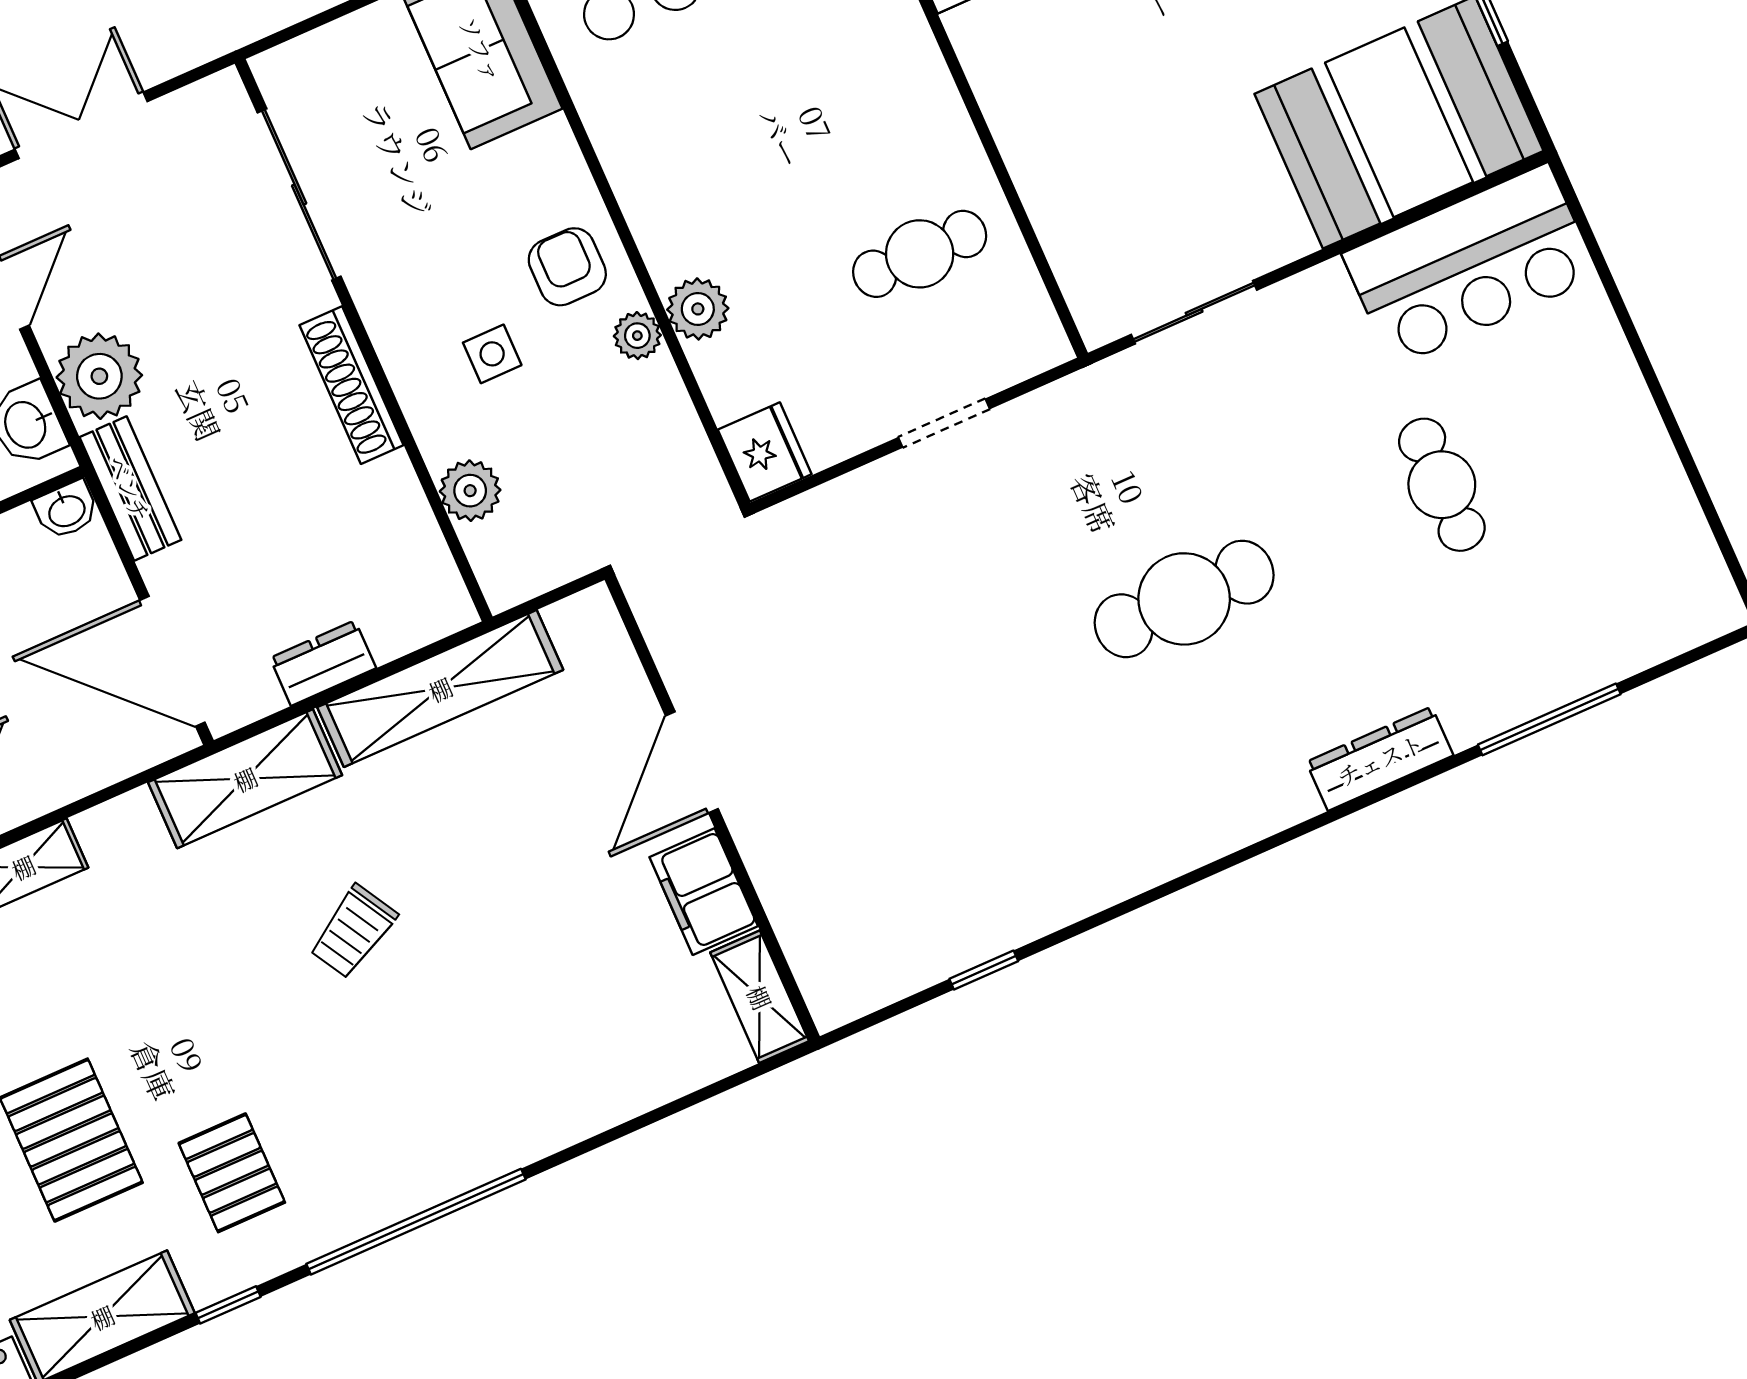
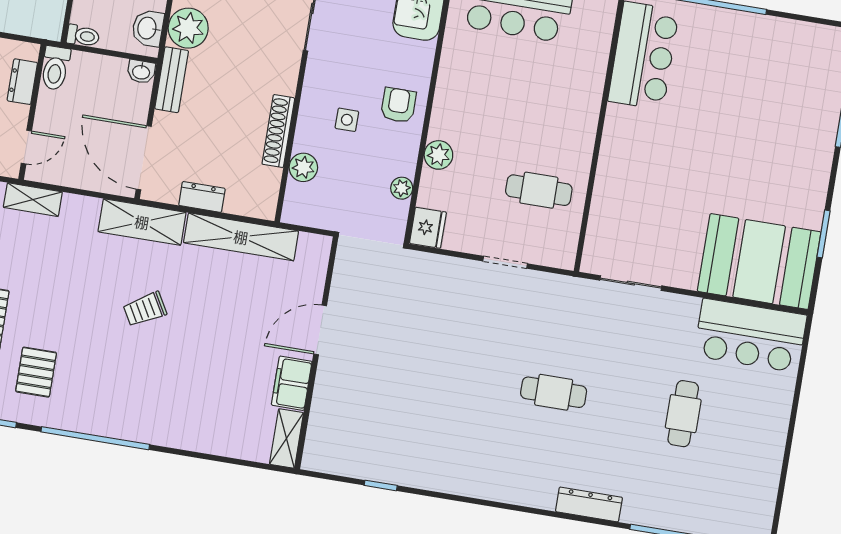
plant: (637, 336) -> (402, 188), moved
shoe rack: (352, 385) -> (278, 131), moved
cafe table: (1184, 599) -> (554, 392), width x0.73, depth x0.74

